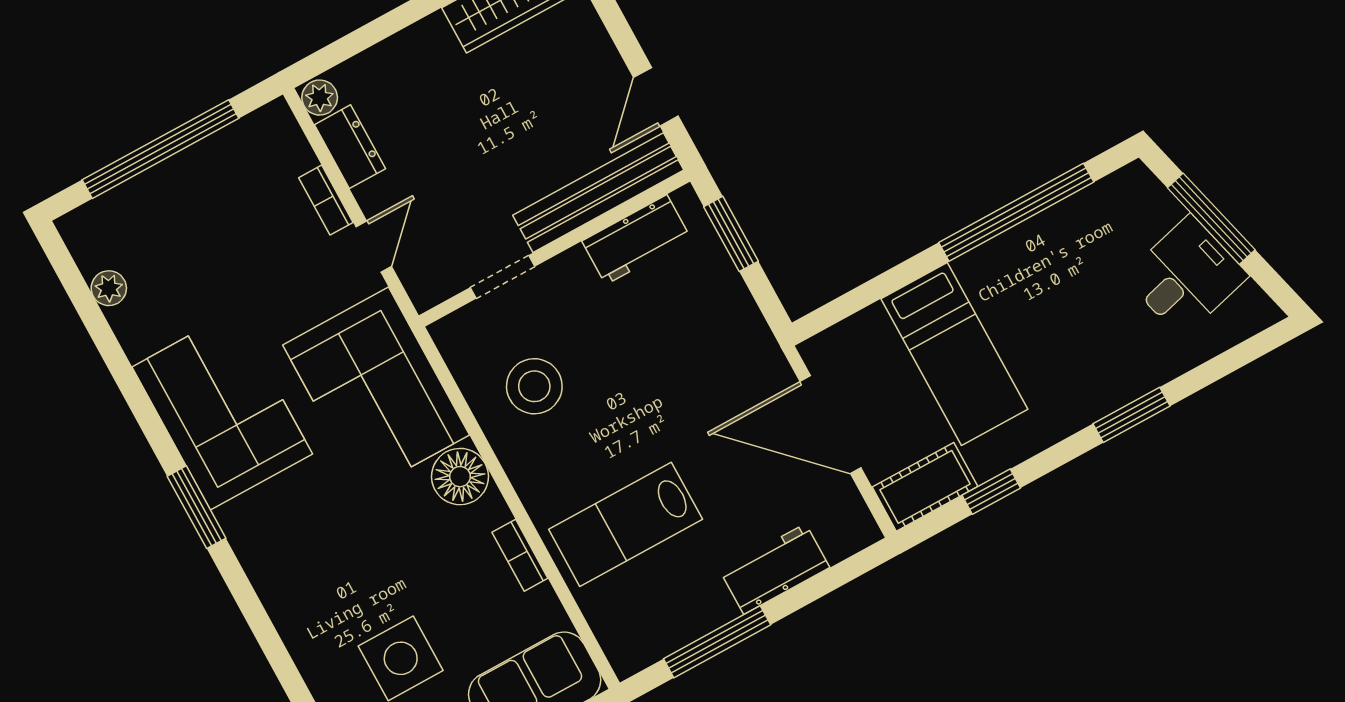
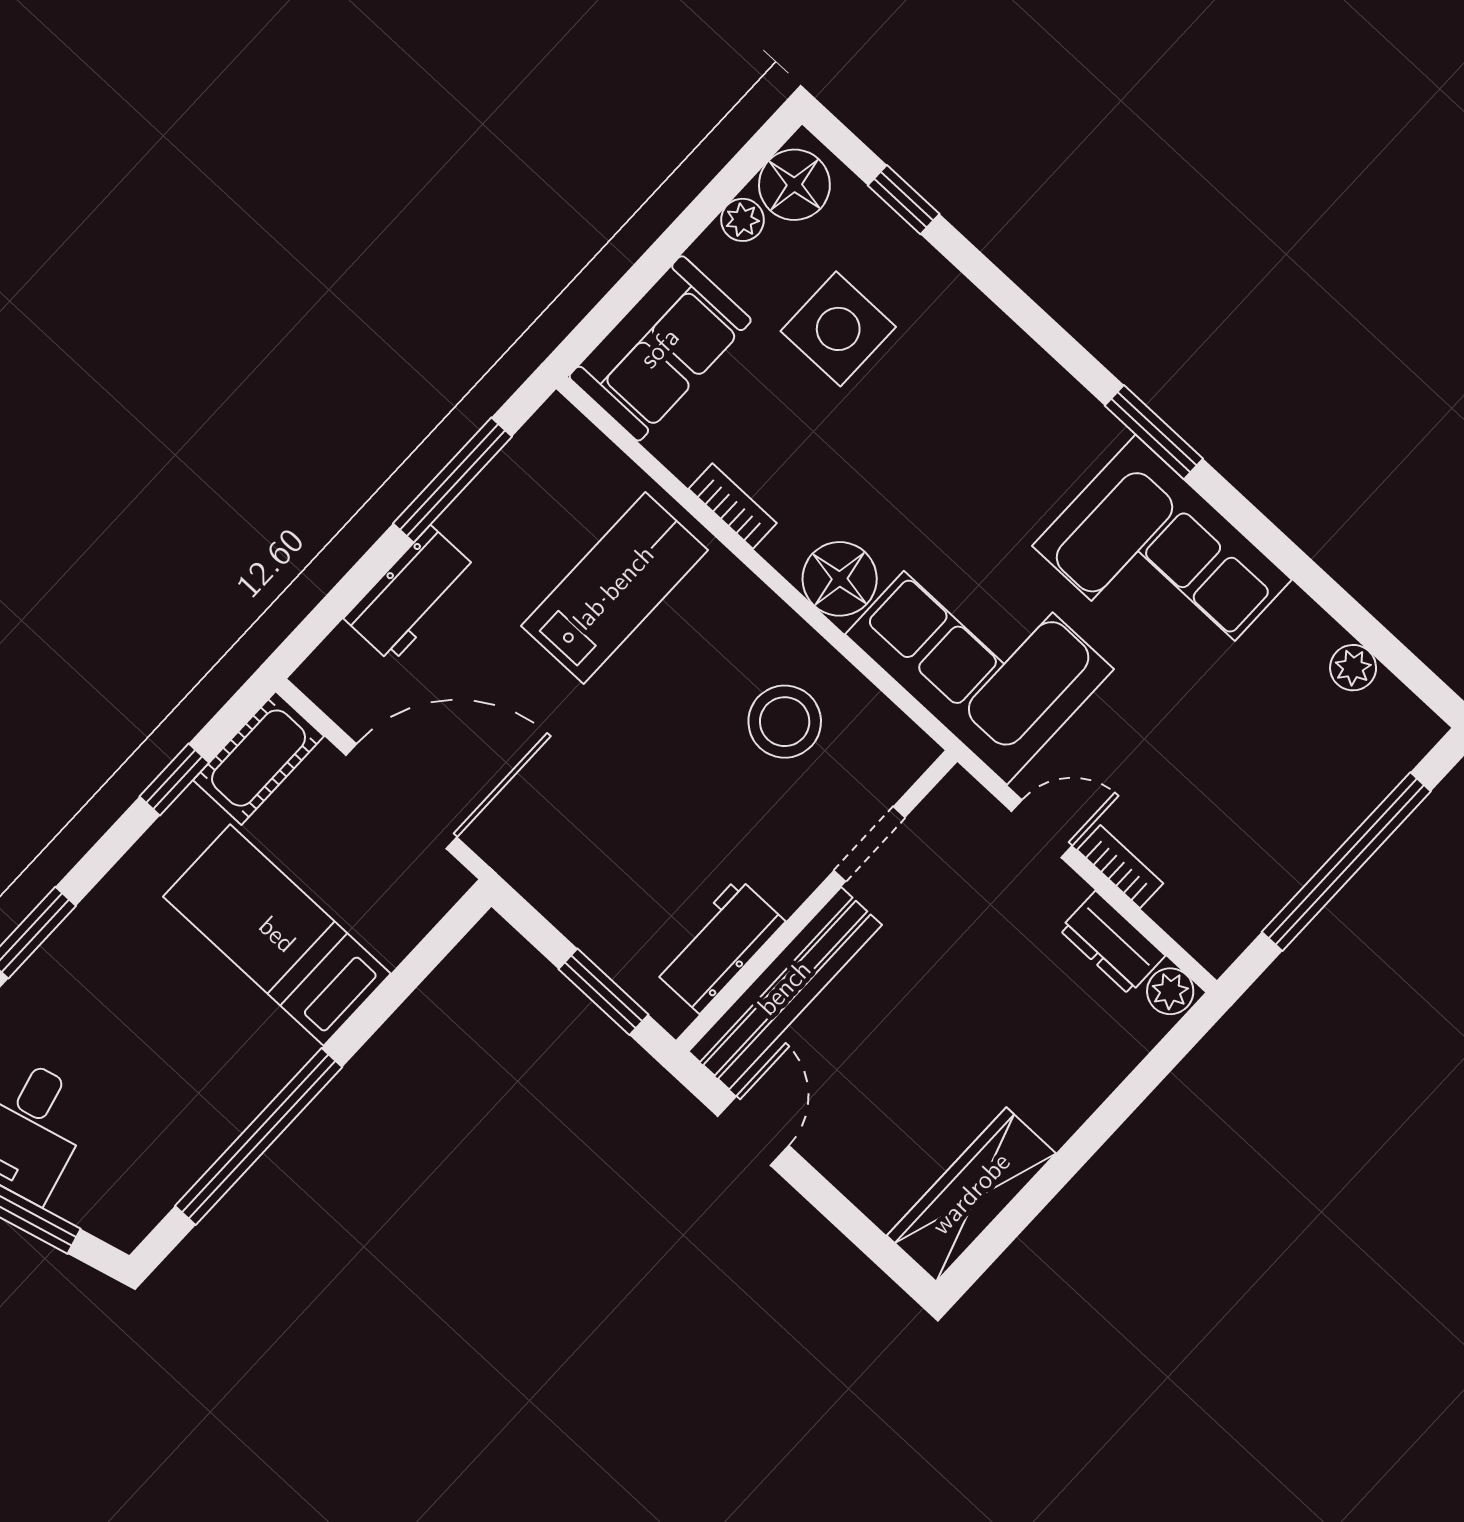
door: (374, 247) -> (1042, 829), swing flipped

